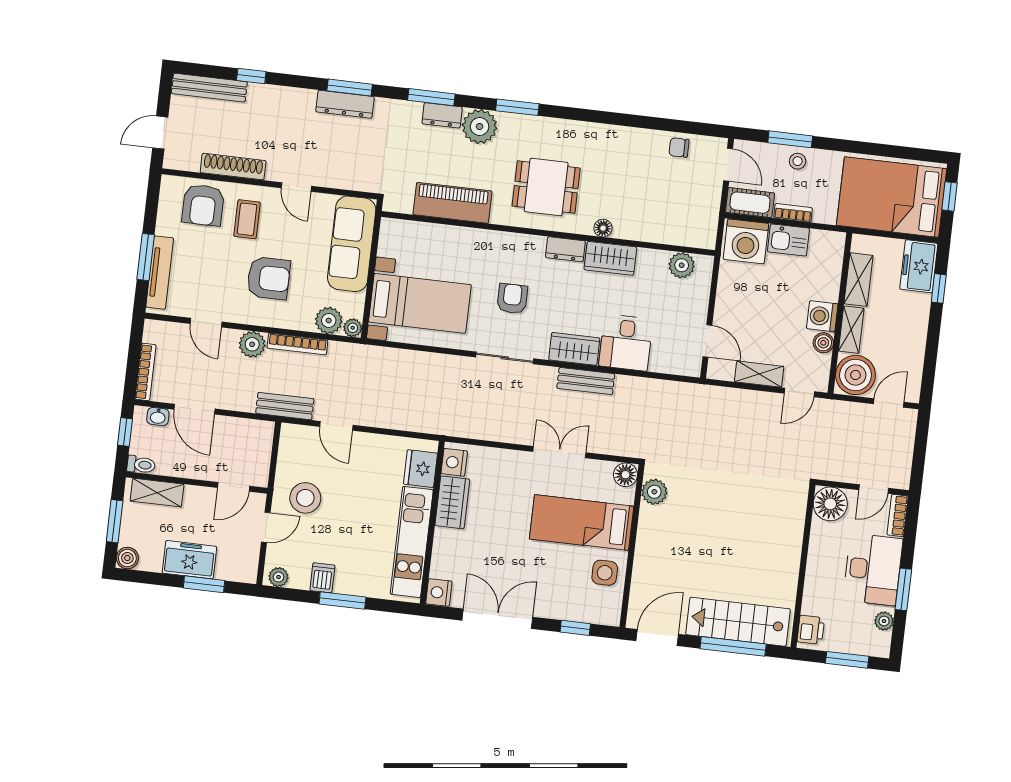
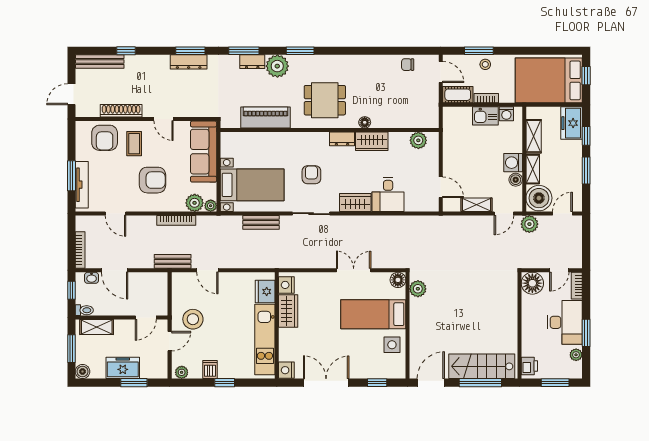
washing machine: (746, 241) -> (506, 114), moved, width x0.53, depth x0.53
window: (932, 341) -> (586, 171), added
plant: (252, 344) -> (529, 224), moved
bench: (586, 381) -> (261, 222), moved
window: (342, 601) -> (225, 383), width x0.67

